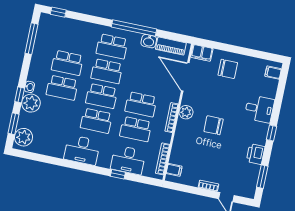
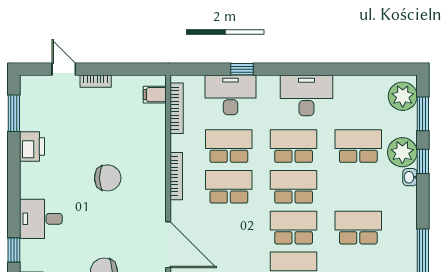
school desk: (62, 88) -> (358, 146), moved
plant: (186, 112) -> (155, 189), removed
window: (272, 133) -> (14, 250), moved

